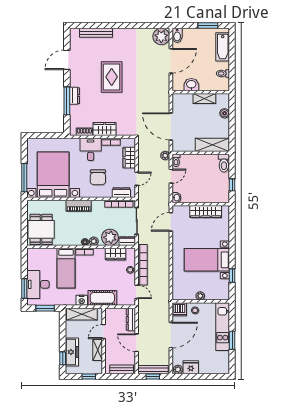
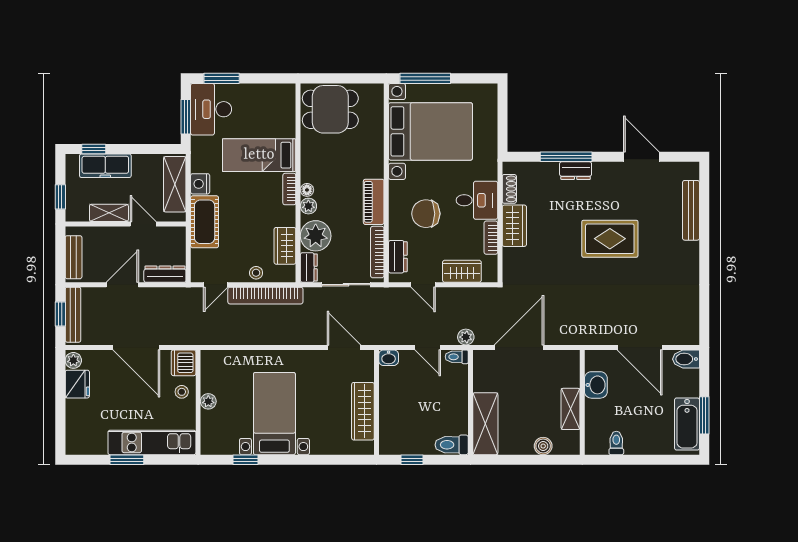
plant: (161, 36) -> (684, 330), removed
bathtub: (223, 47) -> (687, 424), moved, turned -90
piano: (79, 206) -> (374, 202), moved
desk: (38, 284) -> (211, 109), moved, turned -90

